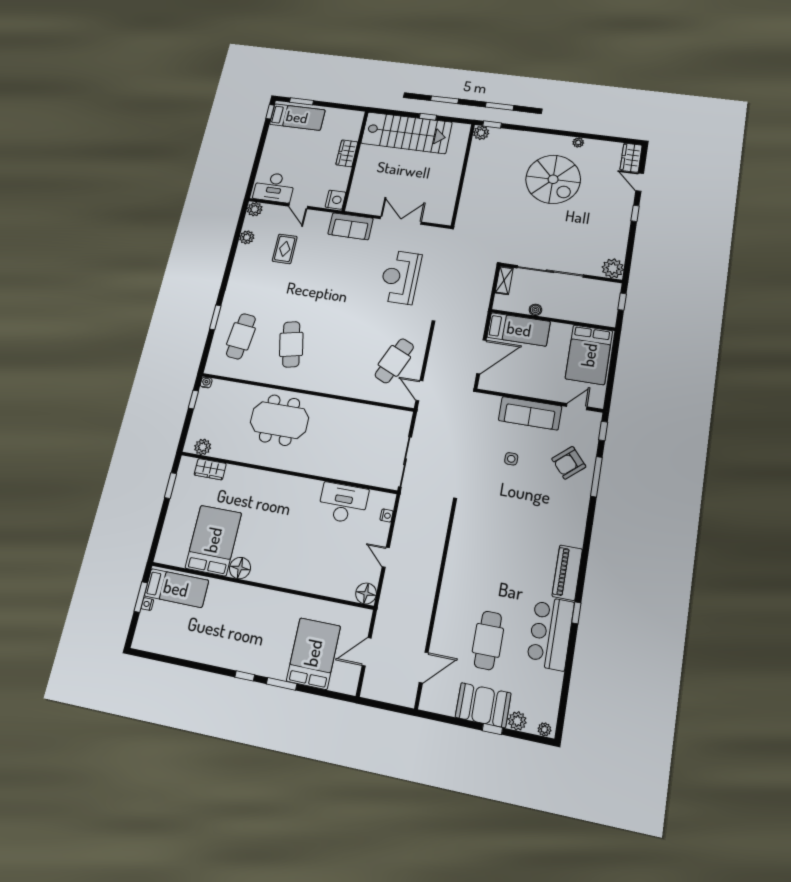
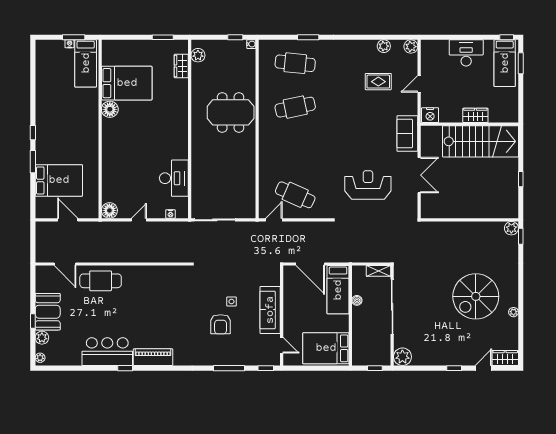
stairs: (406, 133) -> (480, 141), moved, turned -90
desk: (274, 187) -> (466, 53), moved, turned 90
meeting table: (280, 420) -> (231, 112), turned 90
armchair: (569, 463) -> (221, 324), moved, turned -139
cafe table: (488, 640) -> (101, 281), moved

